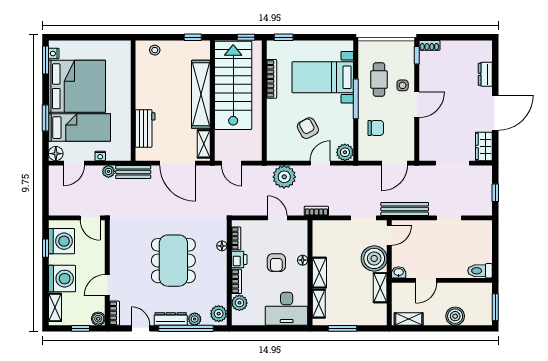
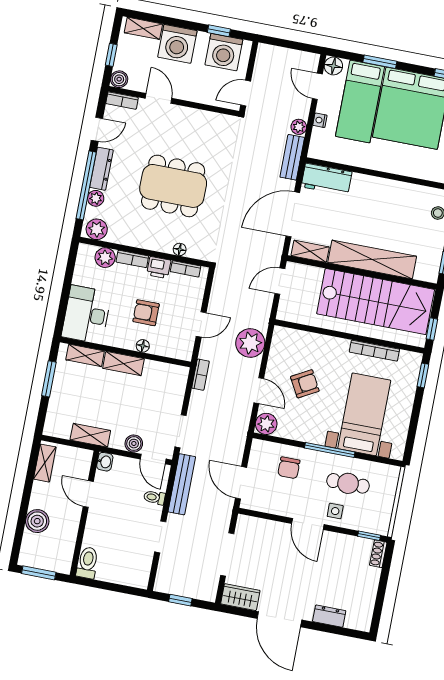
workbench: (145, 128) -> (327, 179), moved
toilet: (419, 228) -> (154, 497), added
boiler: (374, 258) -> (134, 444), width x0.54, depth x0.54

